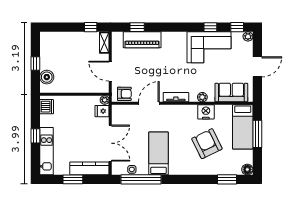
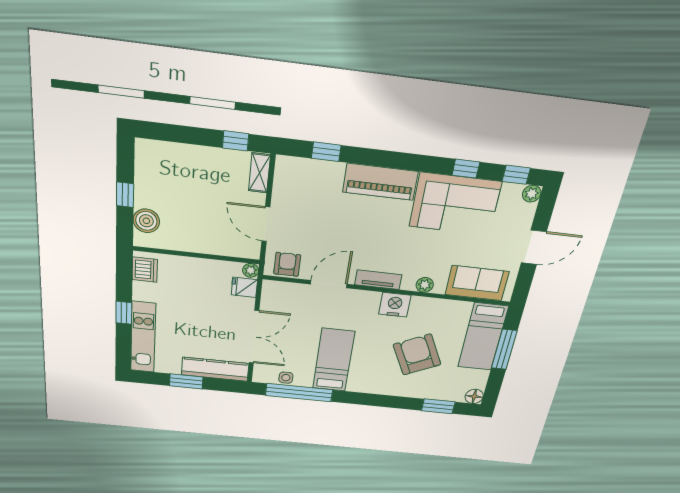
piano: (142, 40) -> (380, 182), moved
armchair: (124, 94) -> (287, 264), turned -90
nightstand: (206, 112) -> (395, 305), moved

